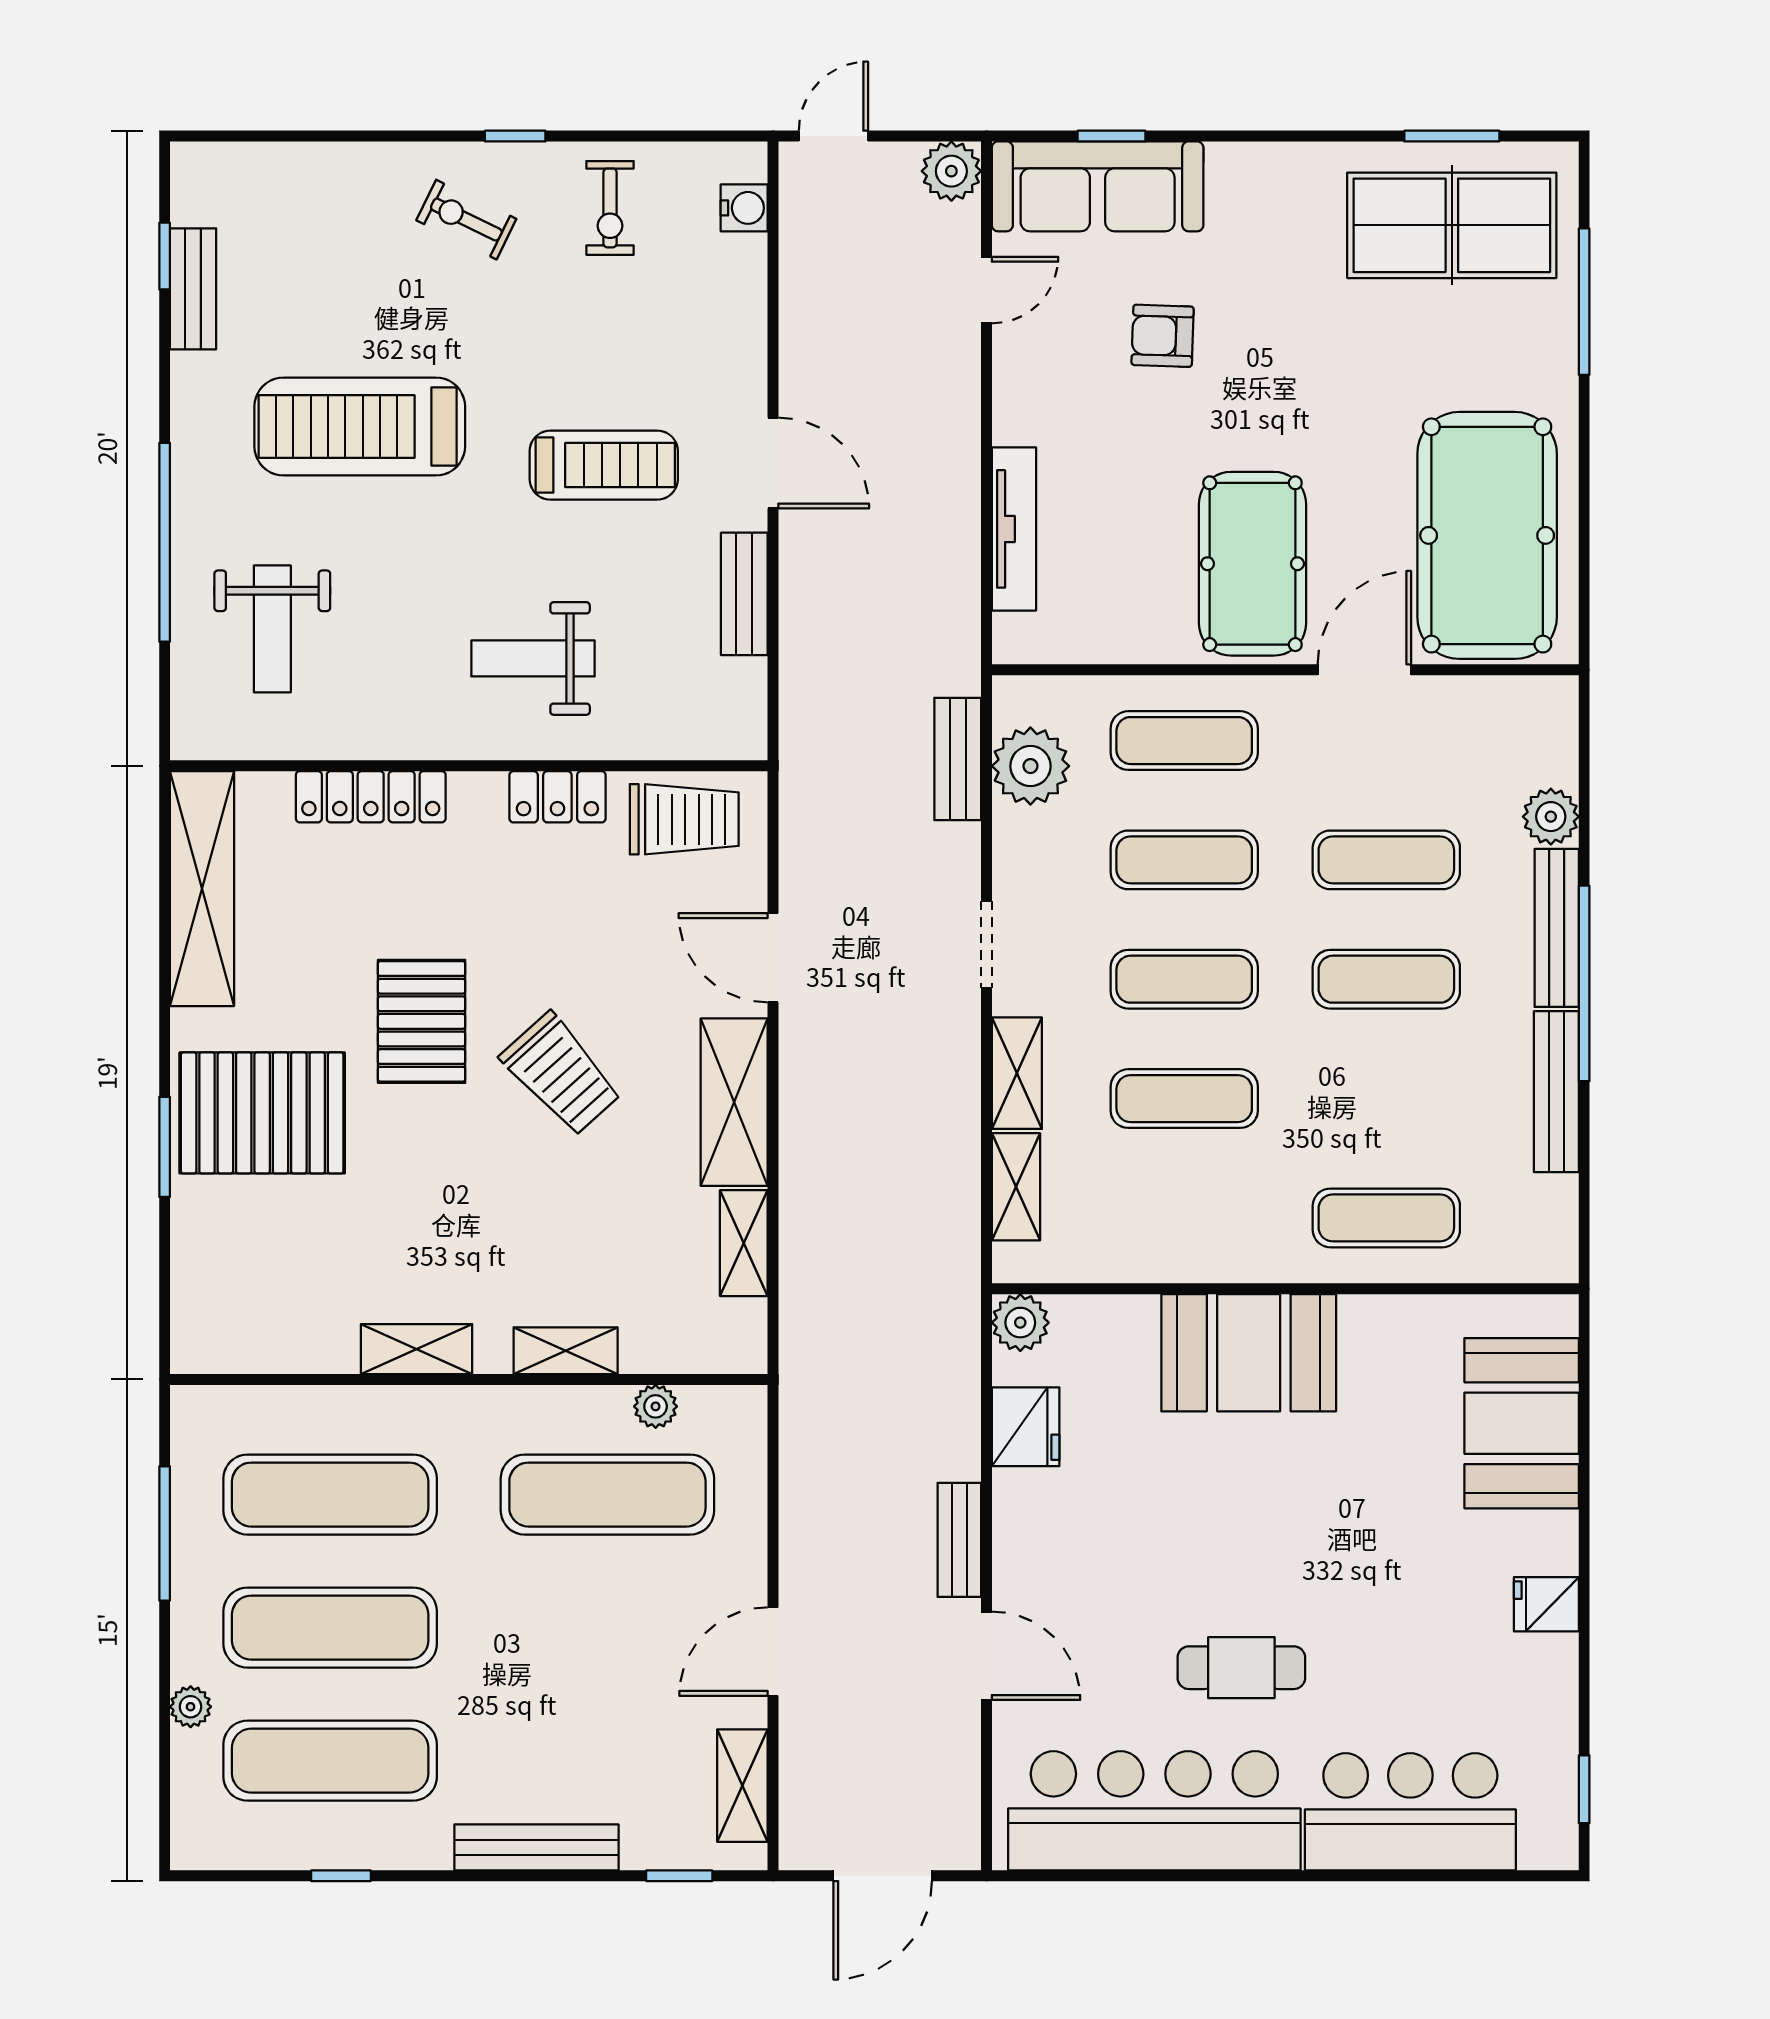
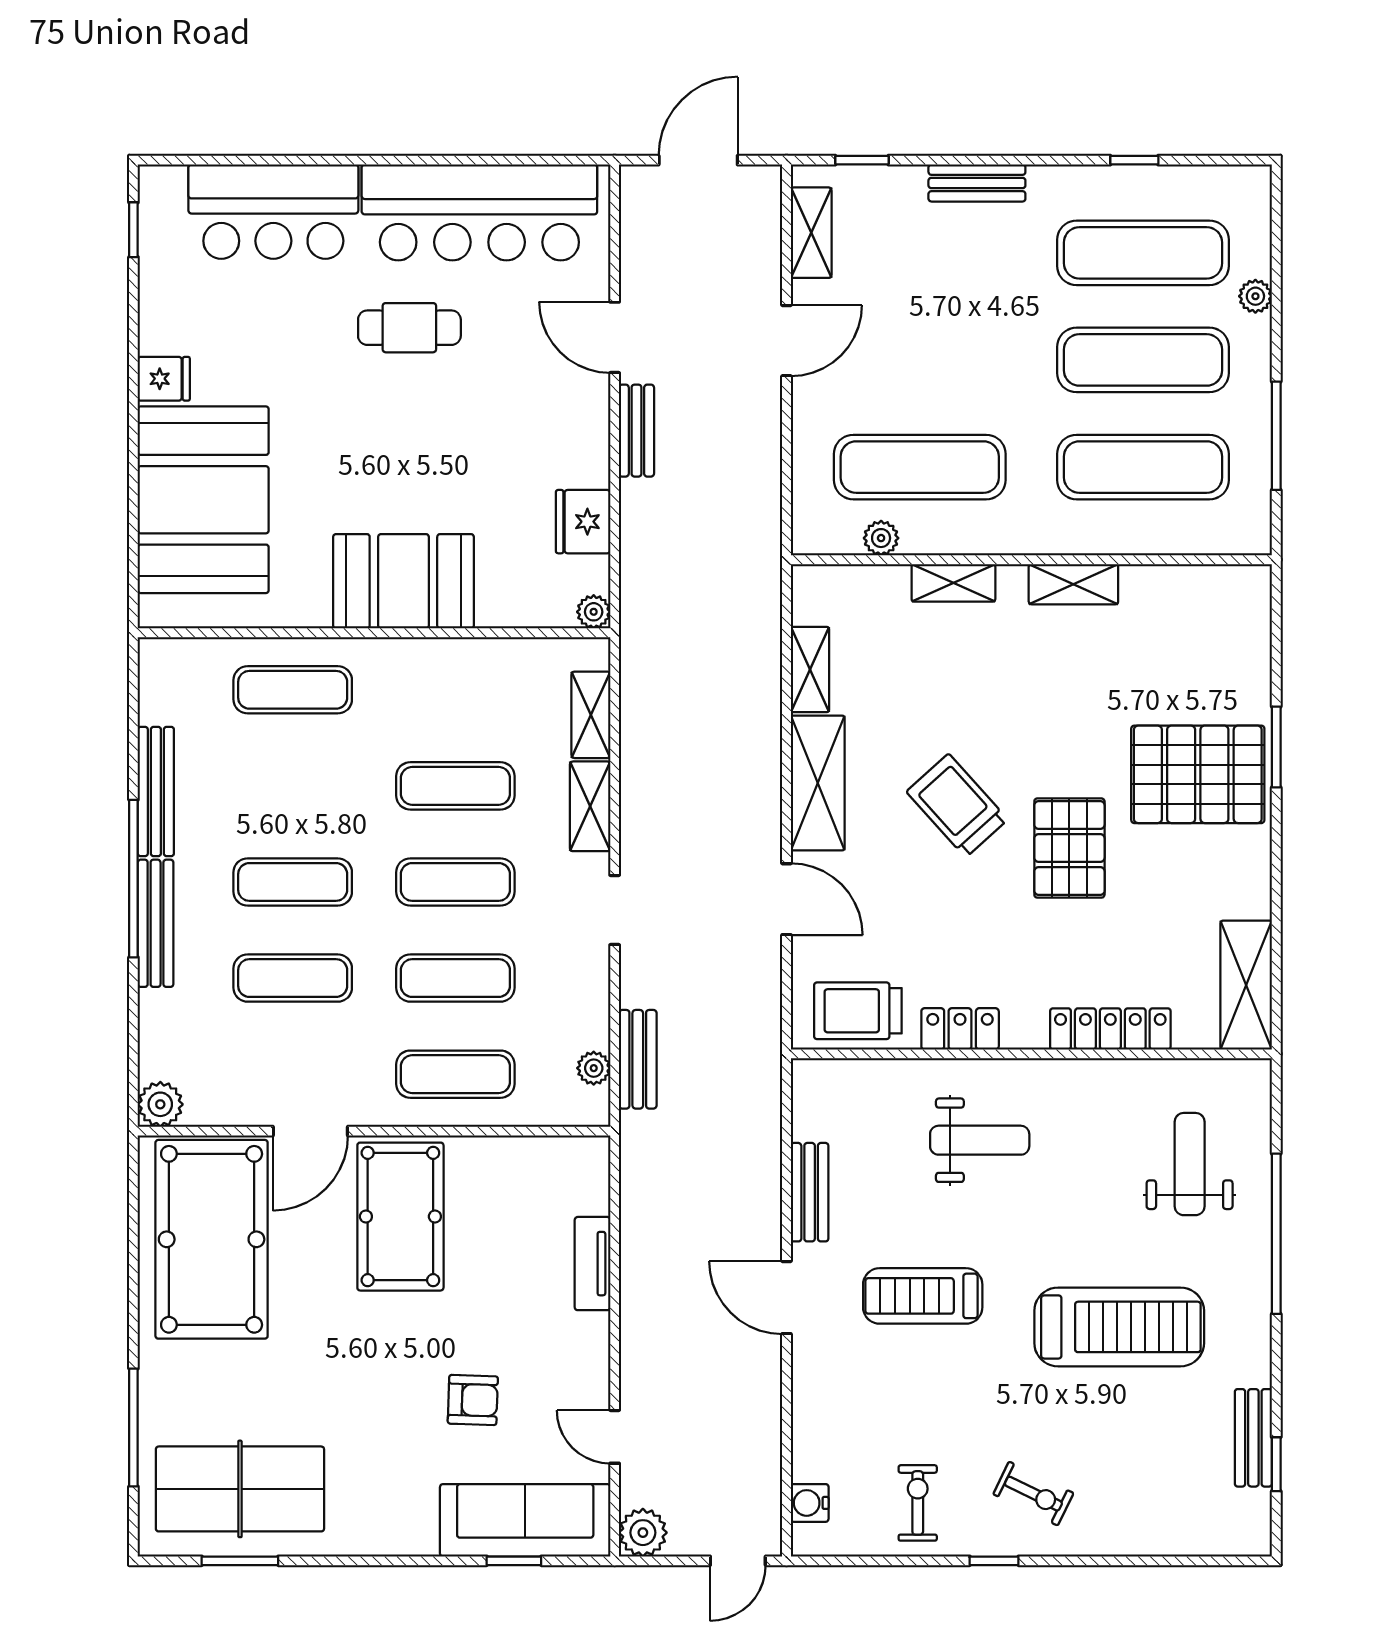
door: (986, 290) -> (615, 1437), hinge flipped
tv unit: (1014, 529) -> (593, 1264), width x0.71
plant: (1030, 766) -> (594, 1068), width x0.53, depth x0.53
plant: (1551, 817) -> (160, 1104), moved
shelving: (202, 889) -> (1246, 985), width x0.68
plant: (1020, 1323) -> (594, 612), width x0.73, depth x0.73
booth: (1522, 1423) -> (203, 500), width x1.36, depth x1.42
bench: (536, 1847) -> (977, 183), width x0.73

